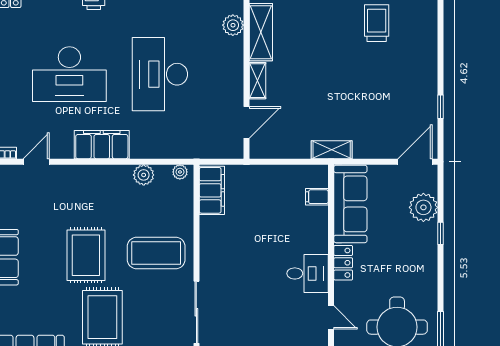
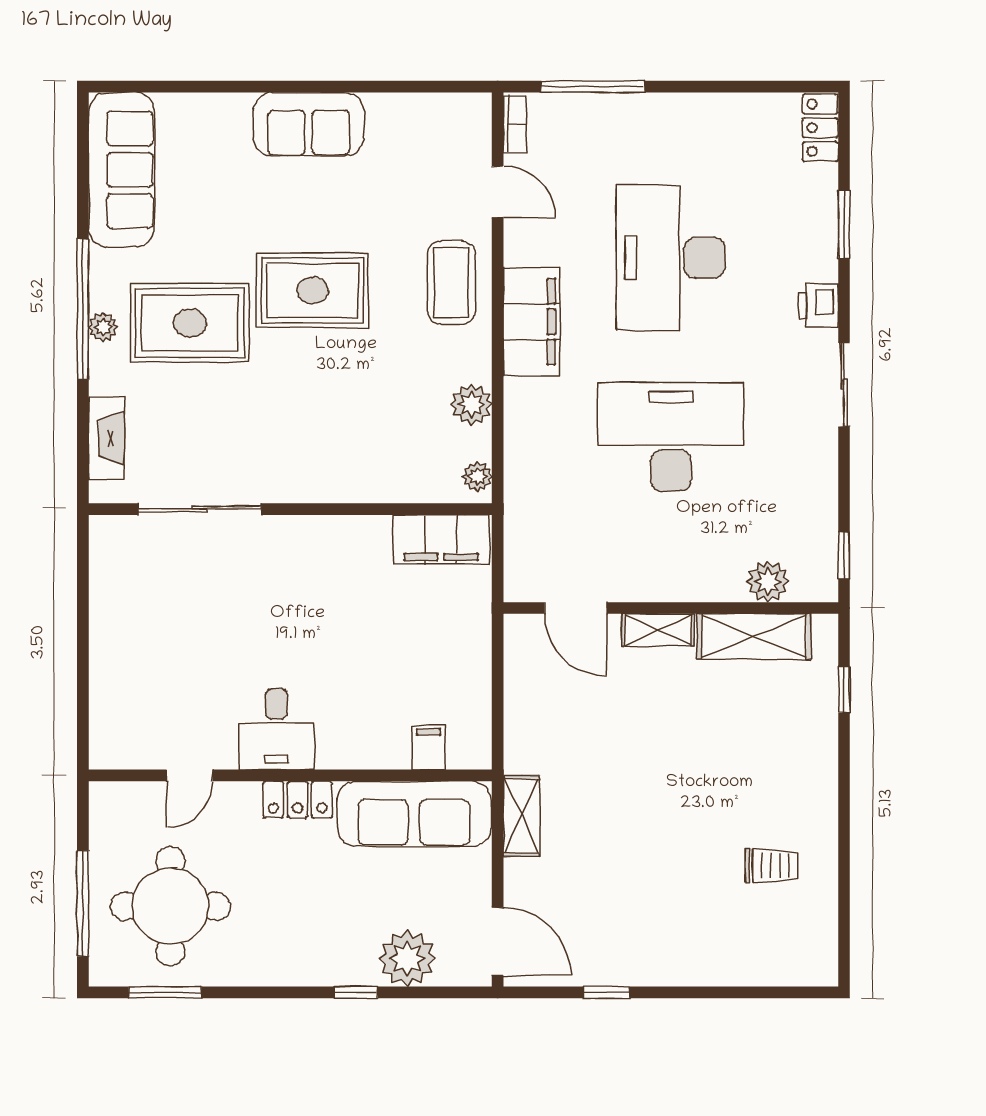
trolley: (377, 23) -> (772, 866), width x0.73, depth x0.72
shelving: (332, 150) -> (521, 816), moved
coffee table: (156, 253) -> (451, 283), moved, width x0.73, depth x0.76

